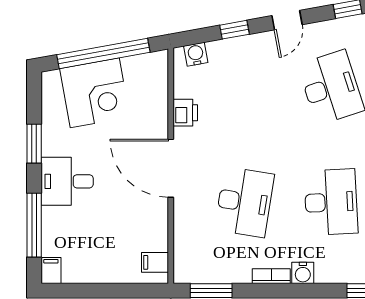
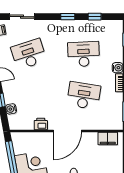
water cooler: (196, 54) -> (11, 109), moved
filing cabinet: (155, 262) -> (108, 138), width x2.00

